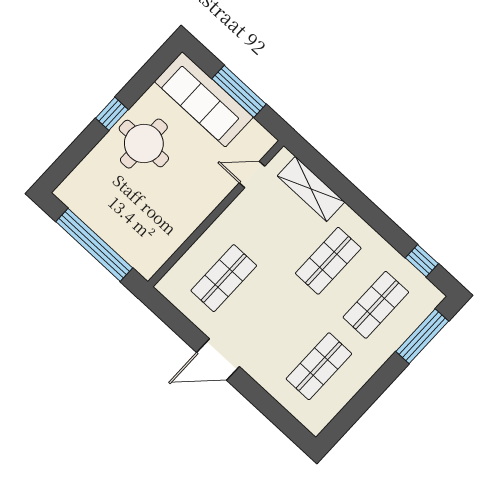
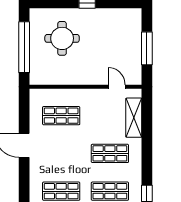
sofa: (204, 99) -> (130, 36), removed
round table: (144, 144) -> (62, 38), moved

